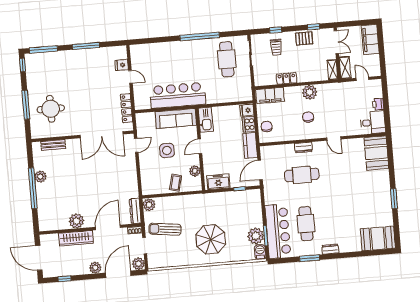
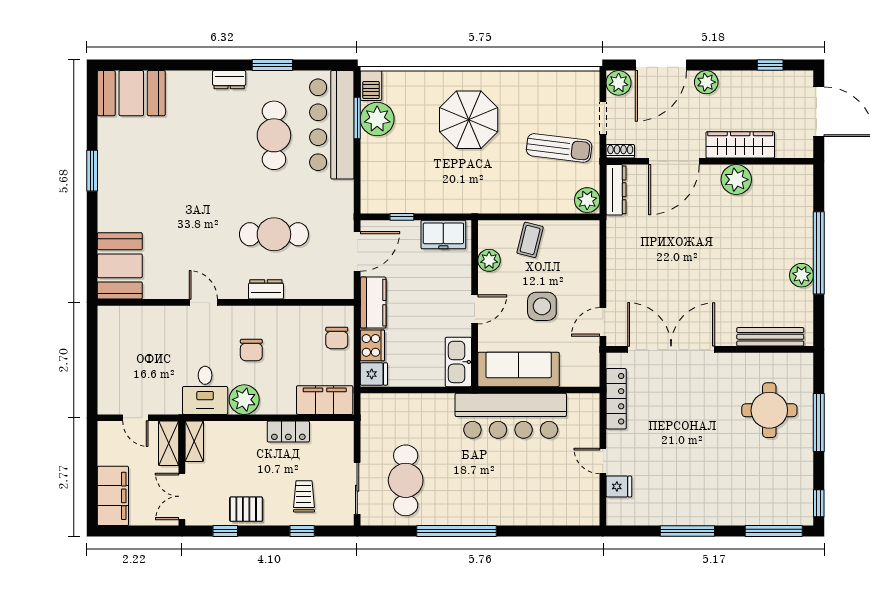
printer: (378, 104) -> (108, 364), removed
desk: (373, 122) -> (205, 390), moved, turned -90
bench: (53, 145) -> (770, 337), width x1.36

